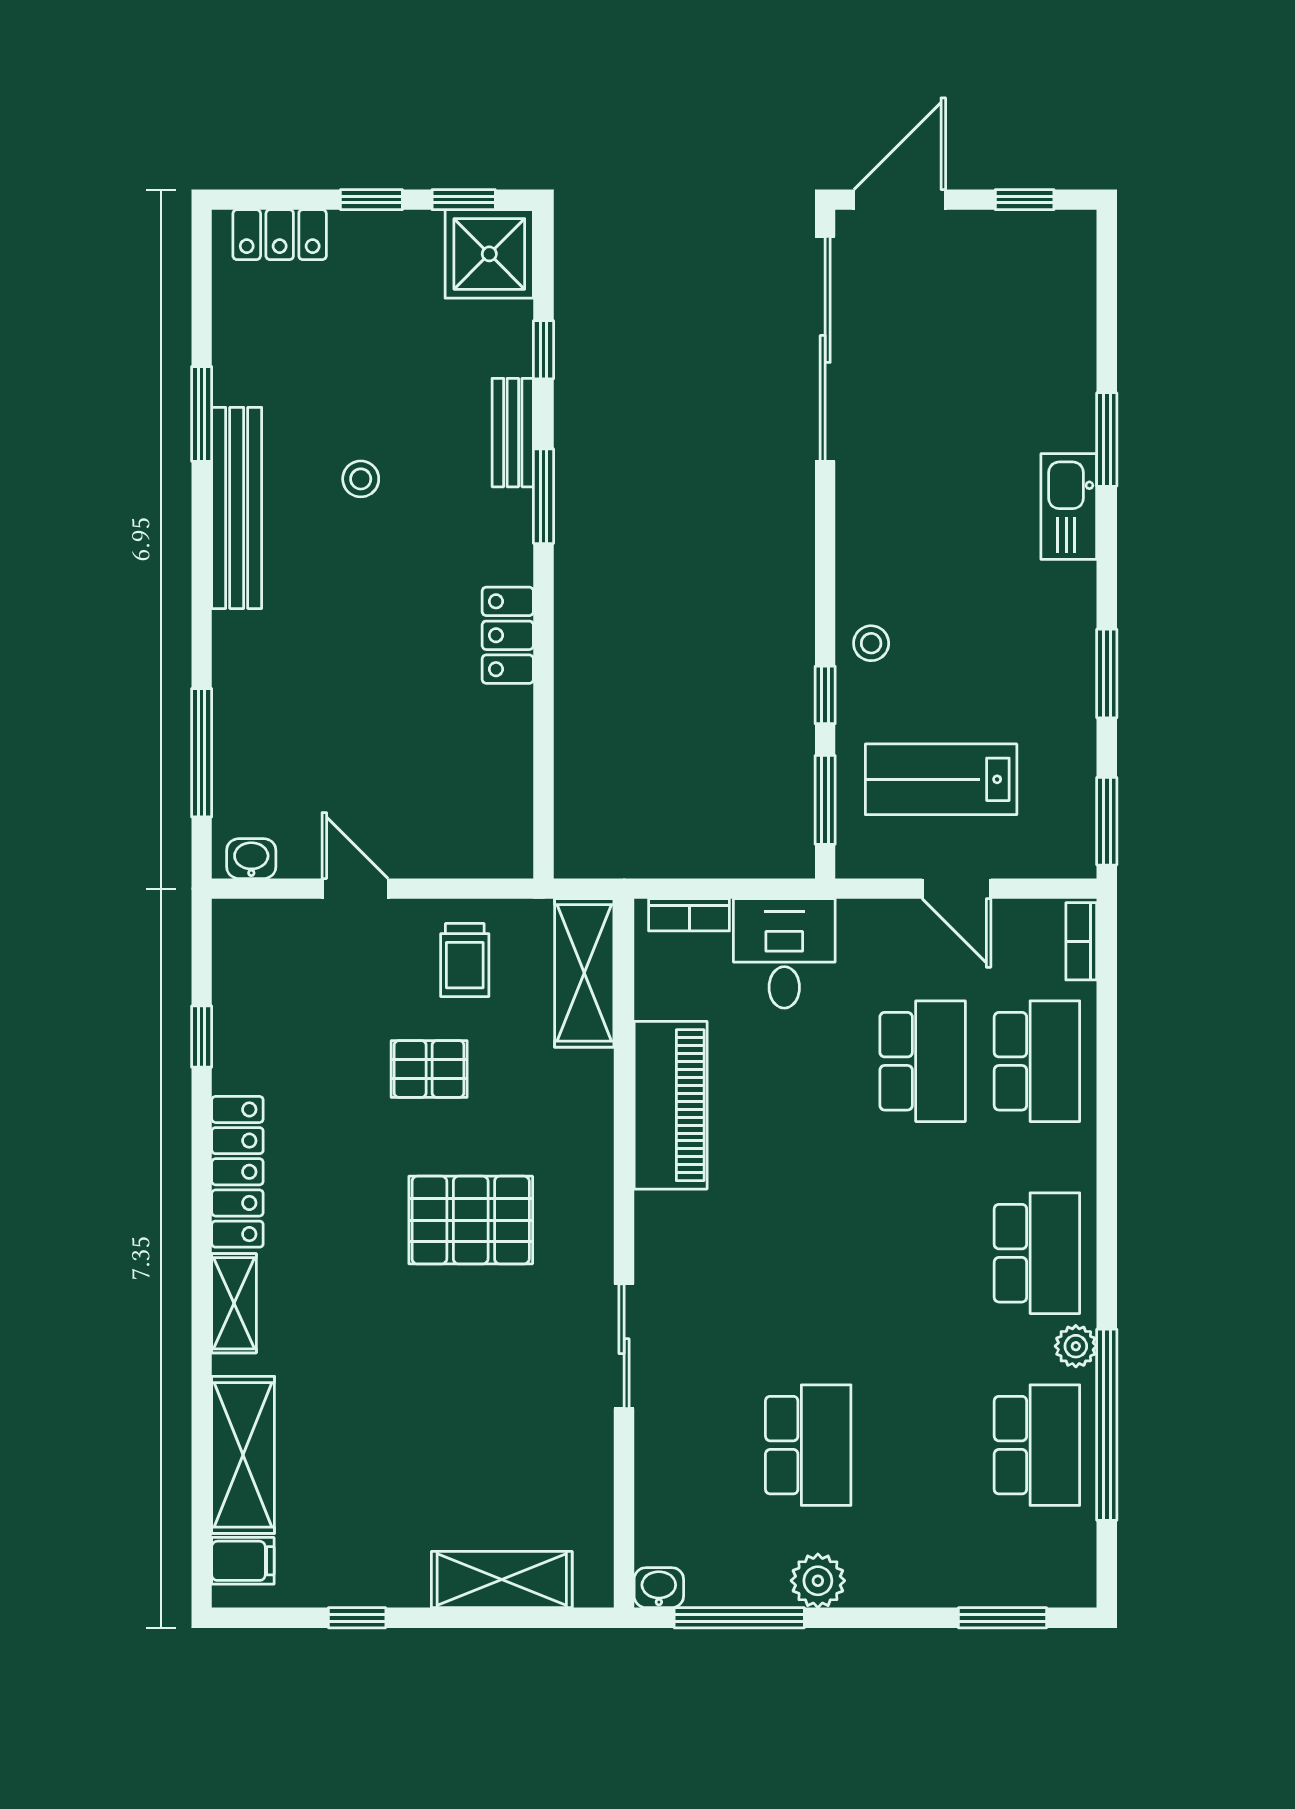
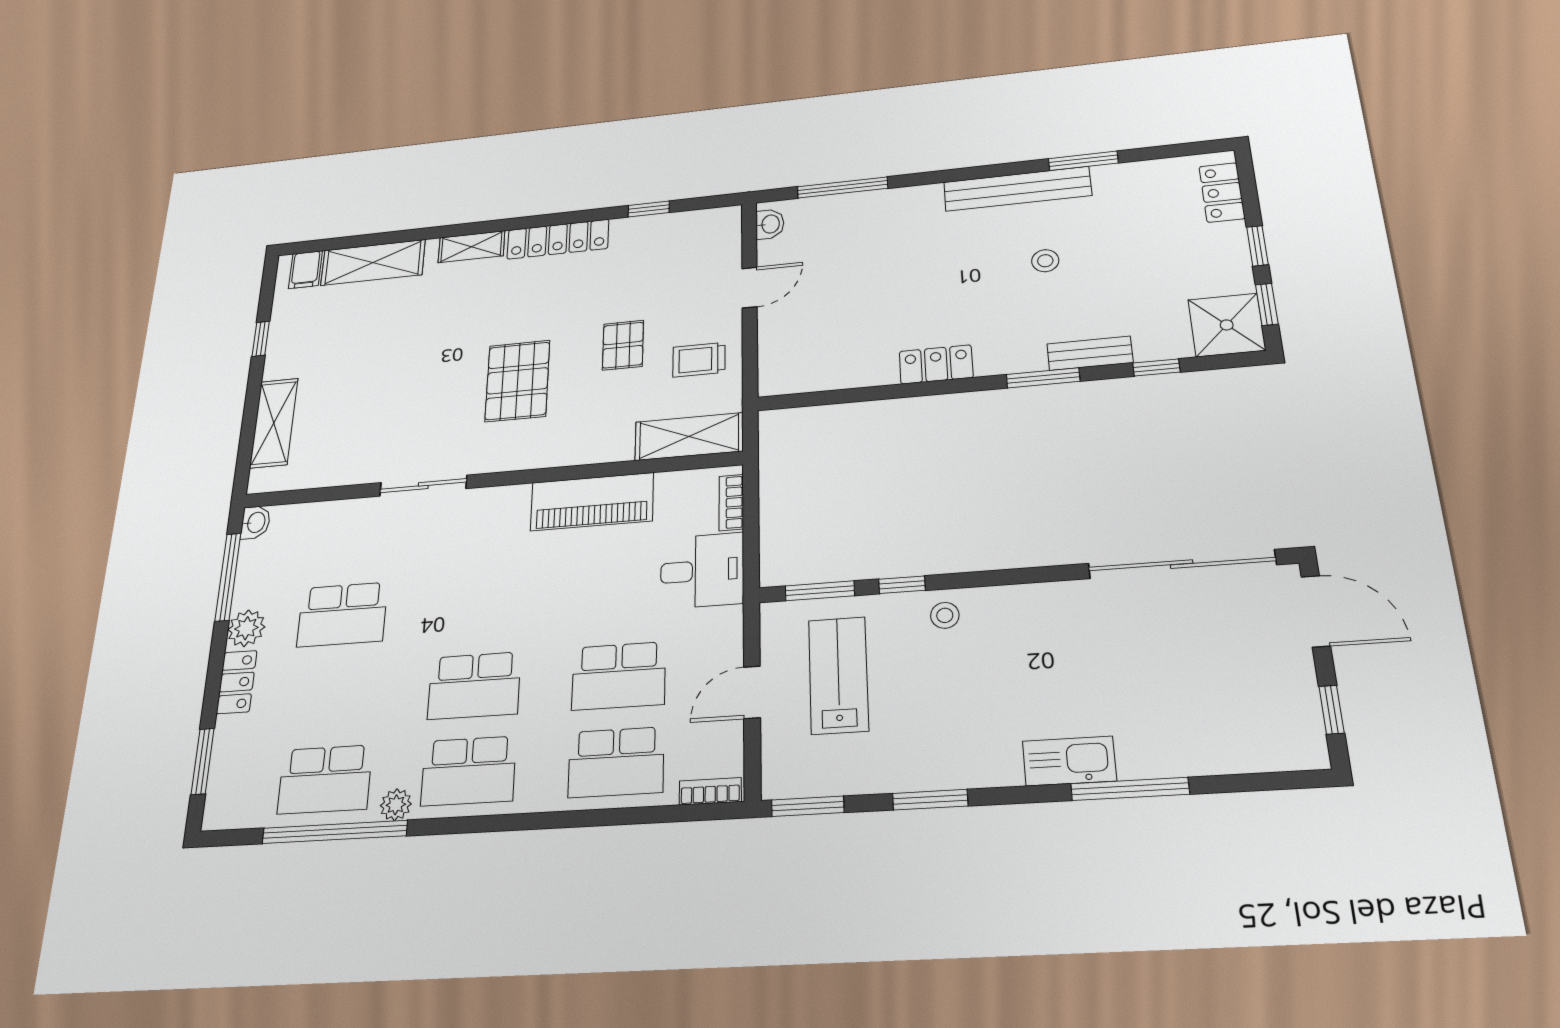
window: (1107, 439) -> (1130, 789), width x1.44
school desk: (923, 1253) -> (474, 686), added
locker: (895, 1584) -> (237, 682), added

